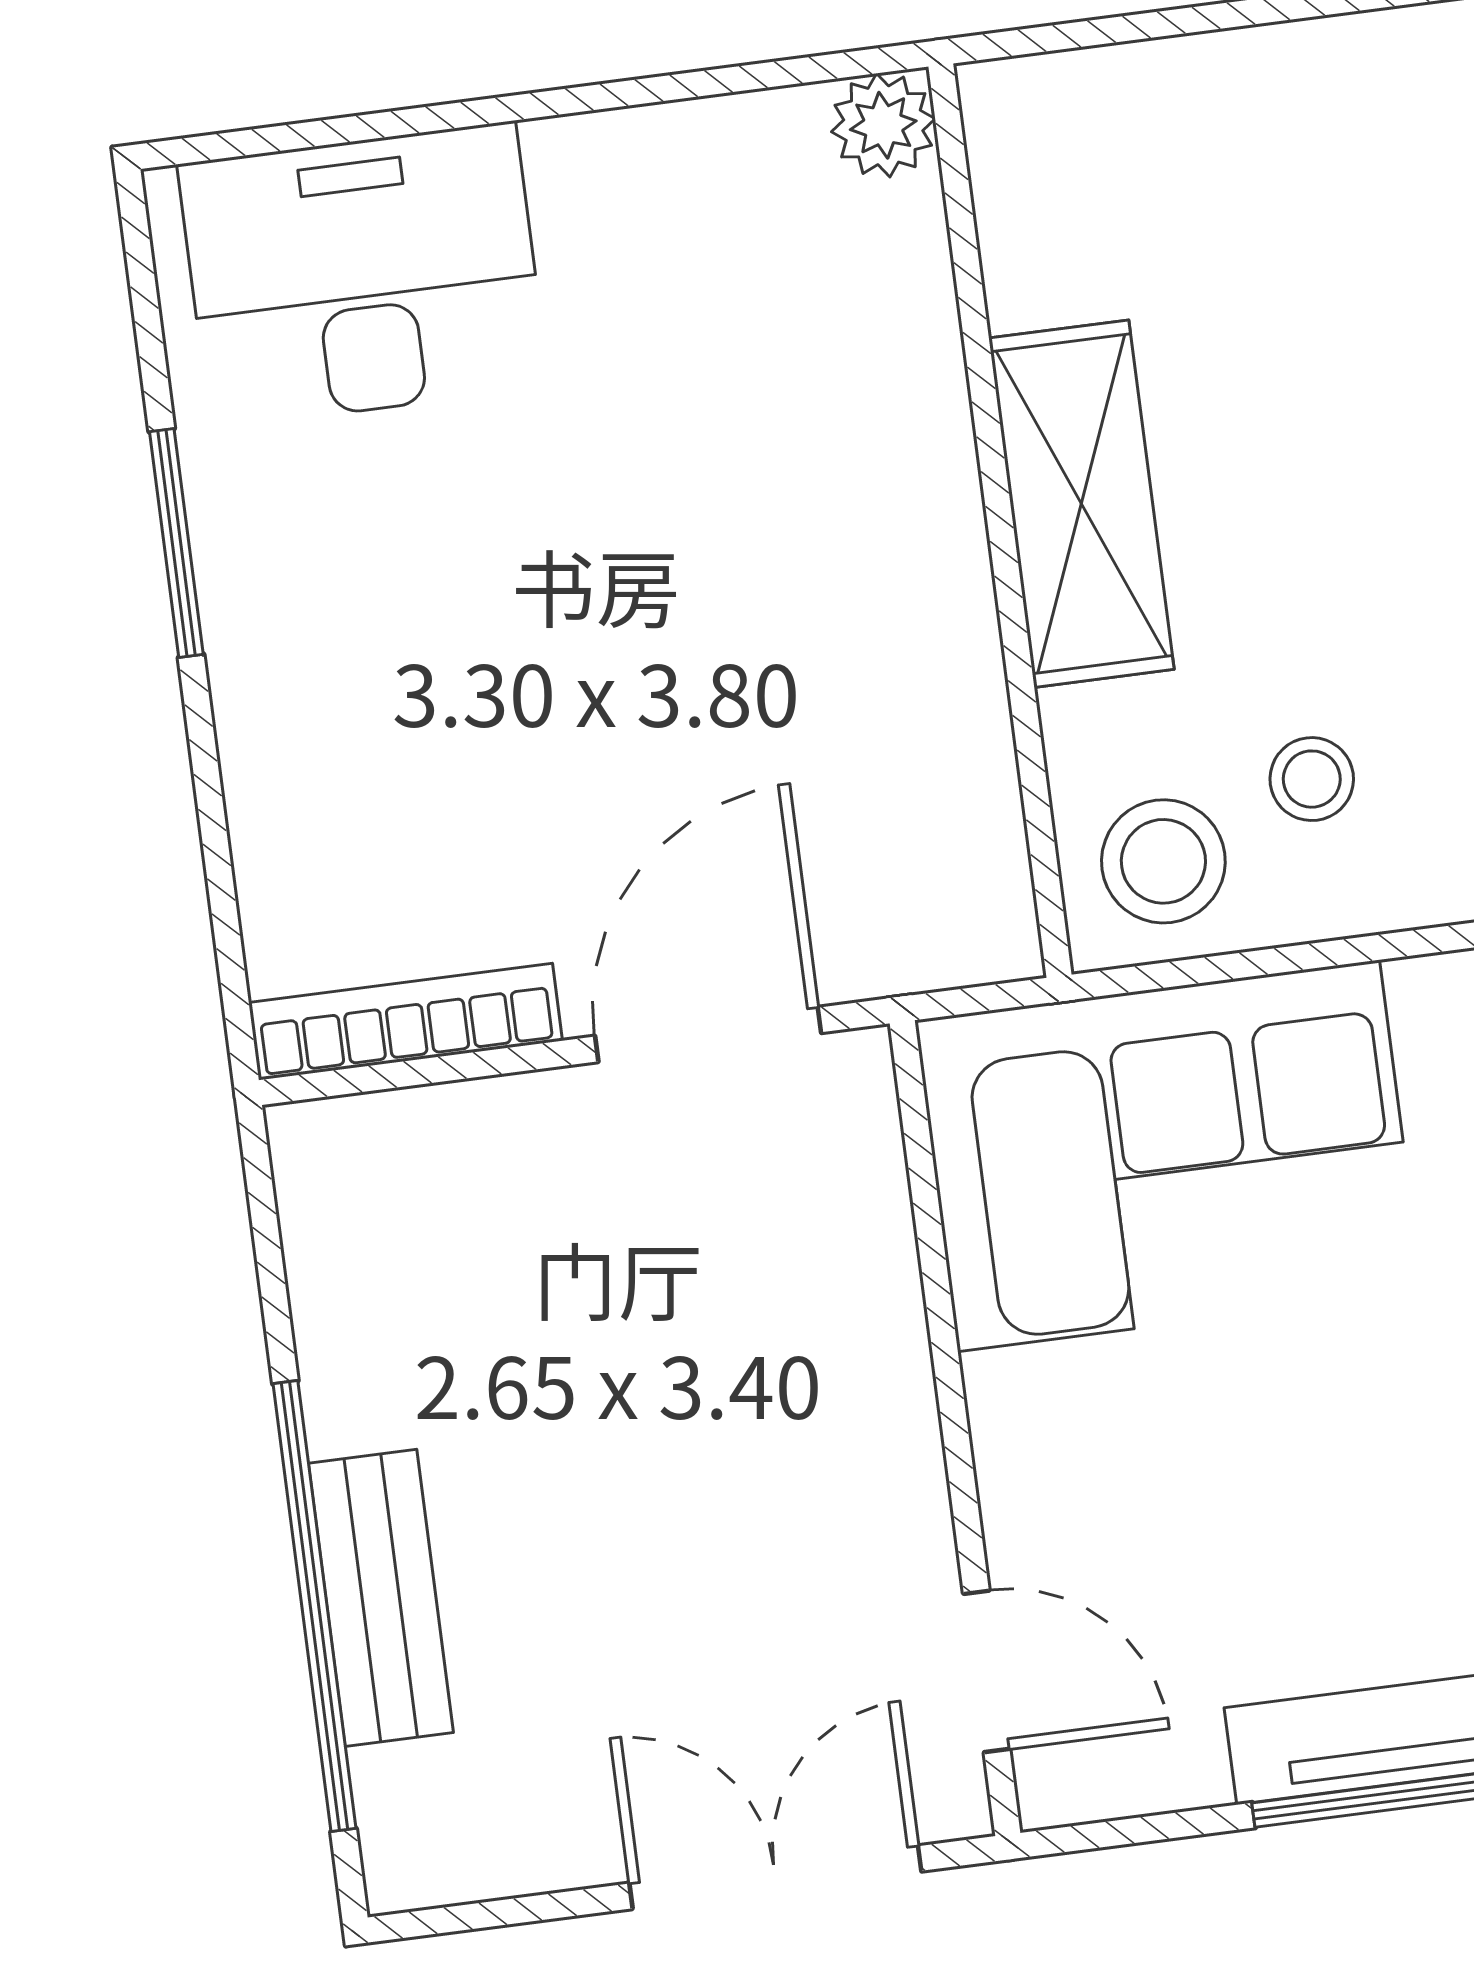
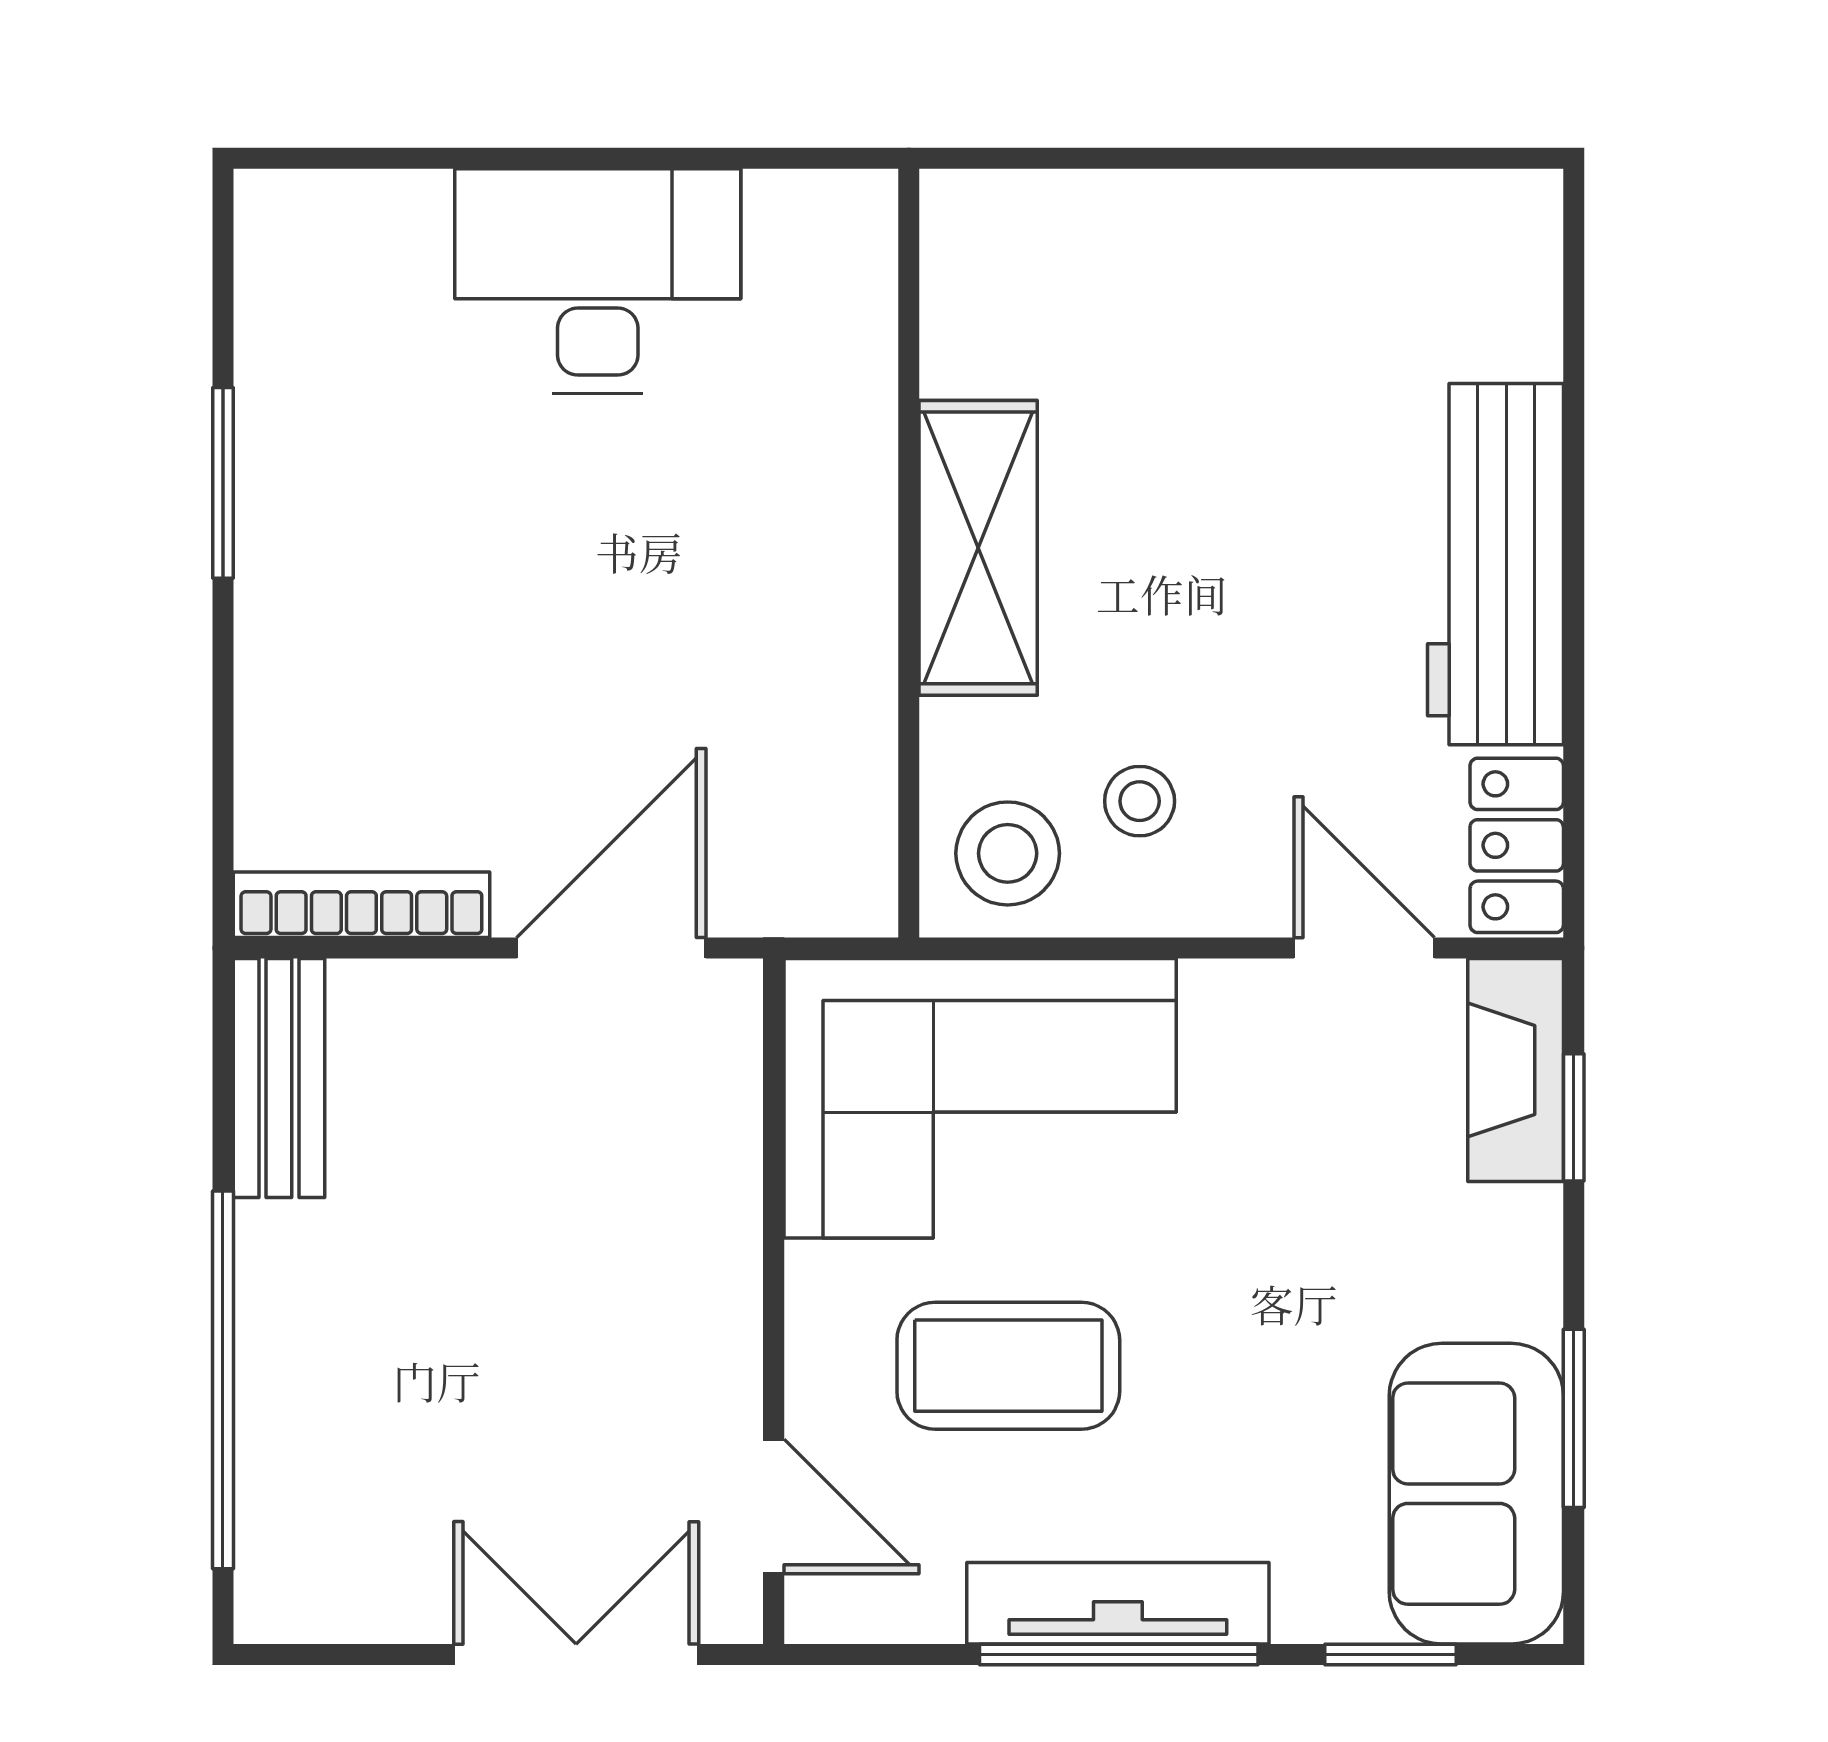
plant: (883, 125) -> (855, 212), removed
desk: (363, 275) -> (598, 281), moved
coffee table: (1243, 1468) -> (1008, 1366), added
bench: (381, 1598) -> (279, 1078), moved

